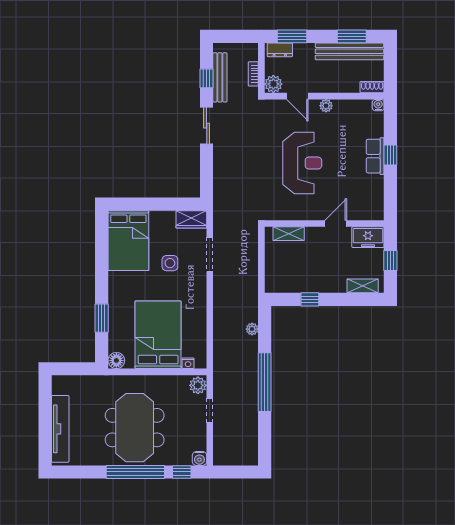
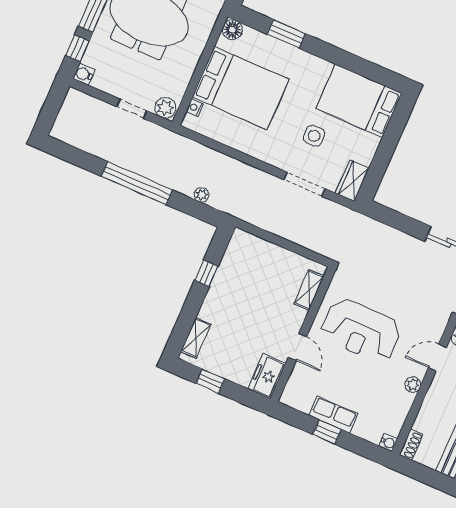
wall: (324, 224) -> (303, 334), moved
door: (336, 224) -> (297, 347), moved
shelving: (289, 234) -> (309, 290), moved
freezer: (368, 237) -> (267, 376), moved

